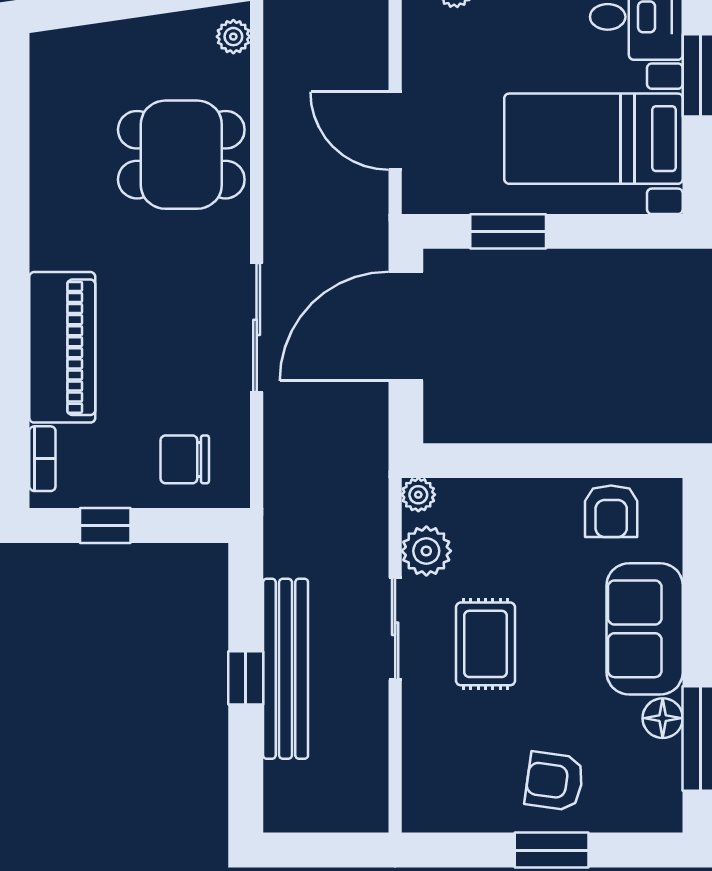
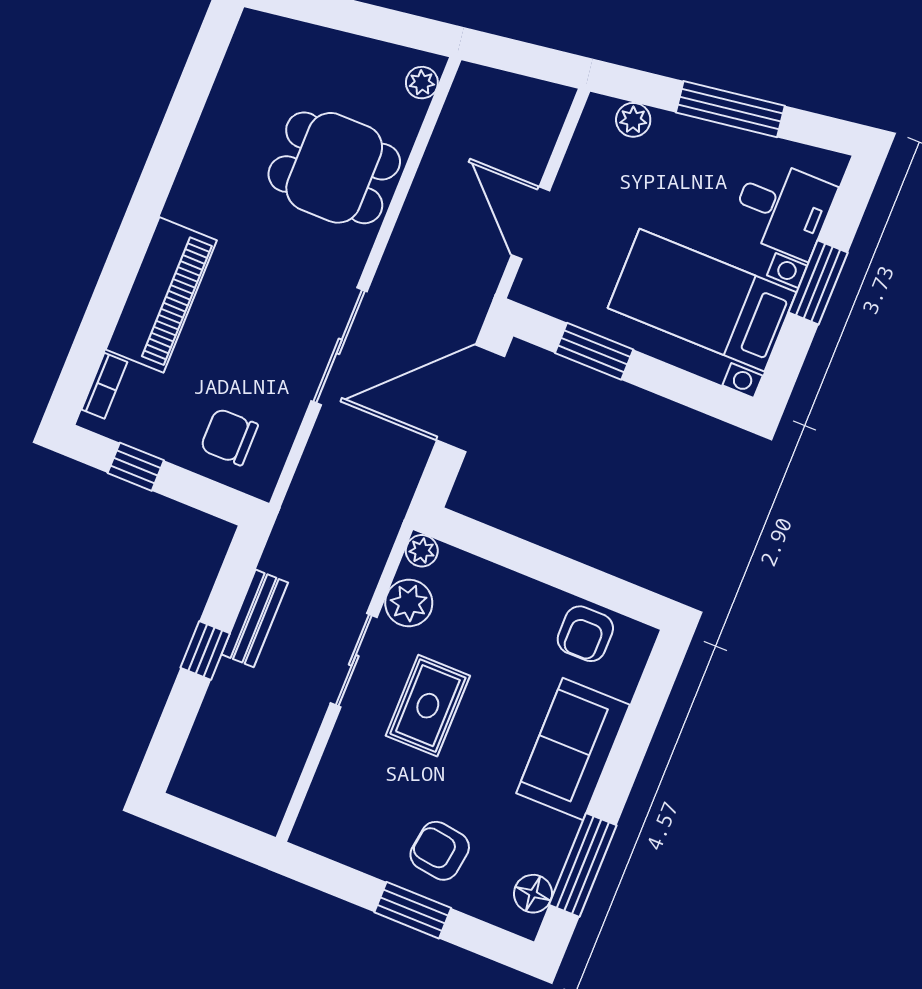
bench: (286, 669) -> (255, 618), width x0.54, depth x0.82
floor lamp: (663, 718) -> (533, 894), moved

